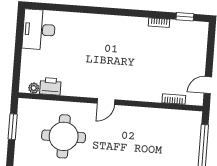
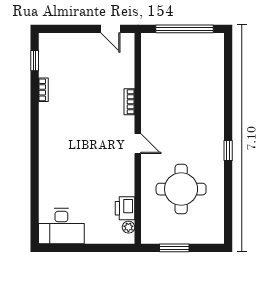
bookcase: (174, 99) -> (129, 102), moved

